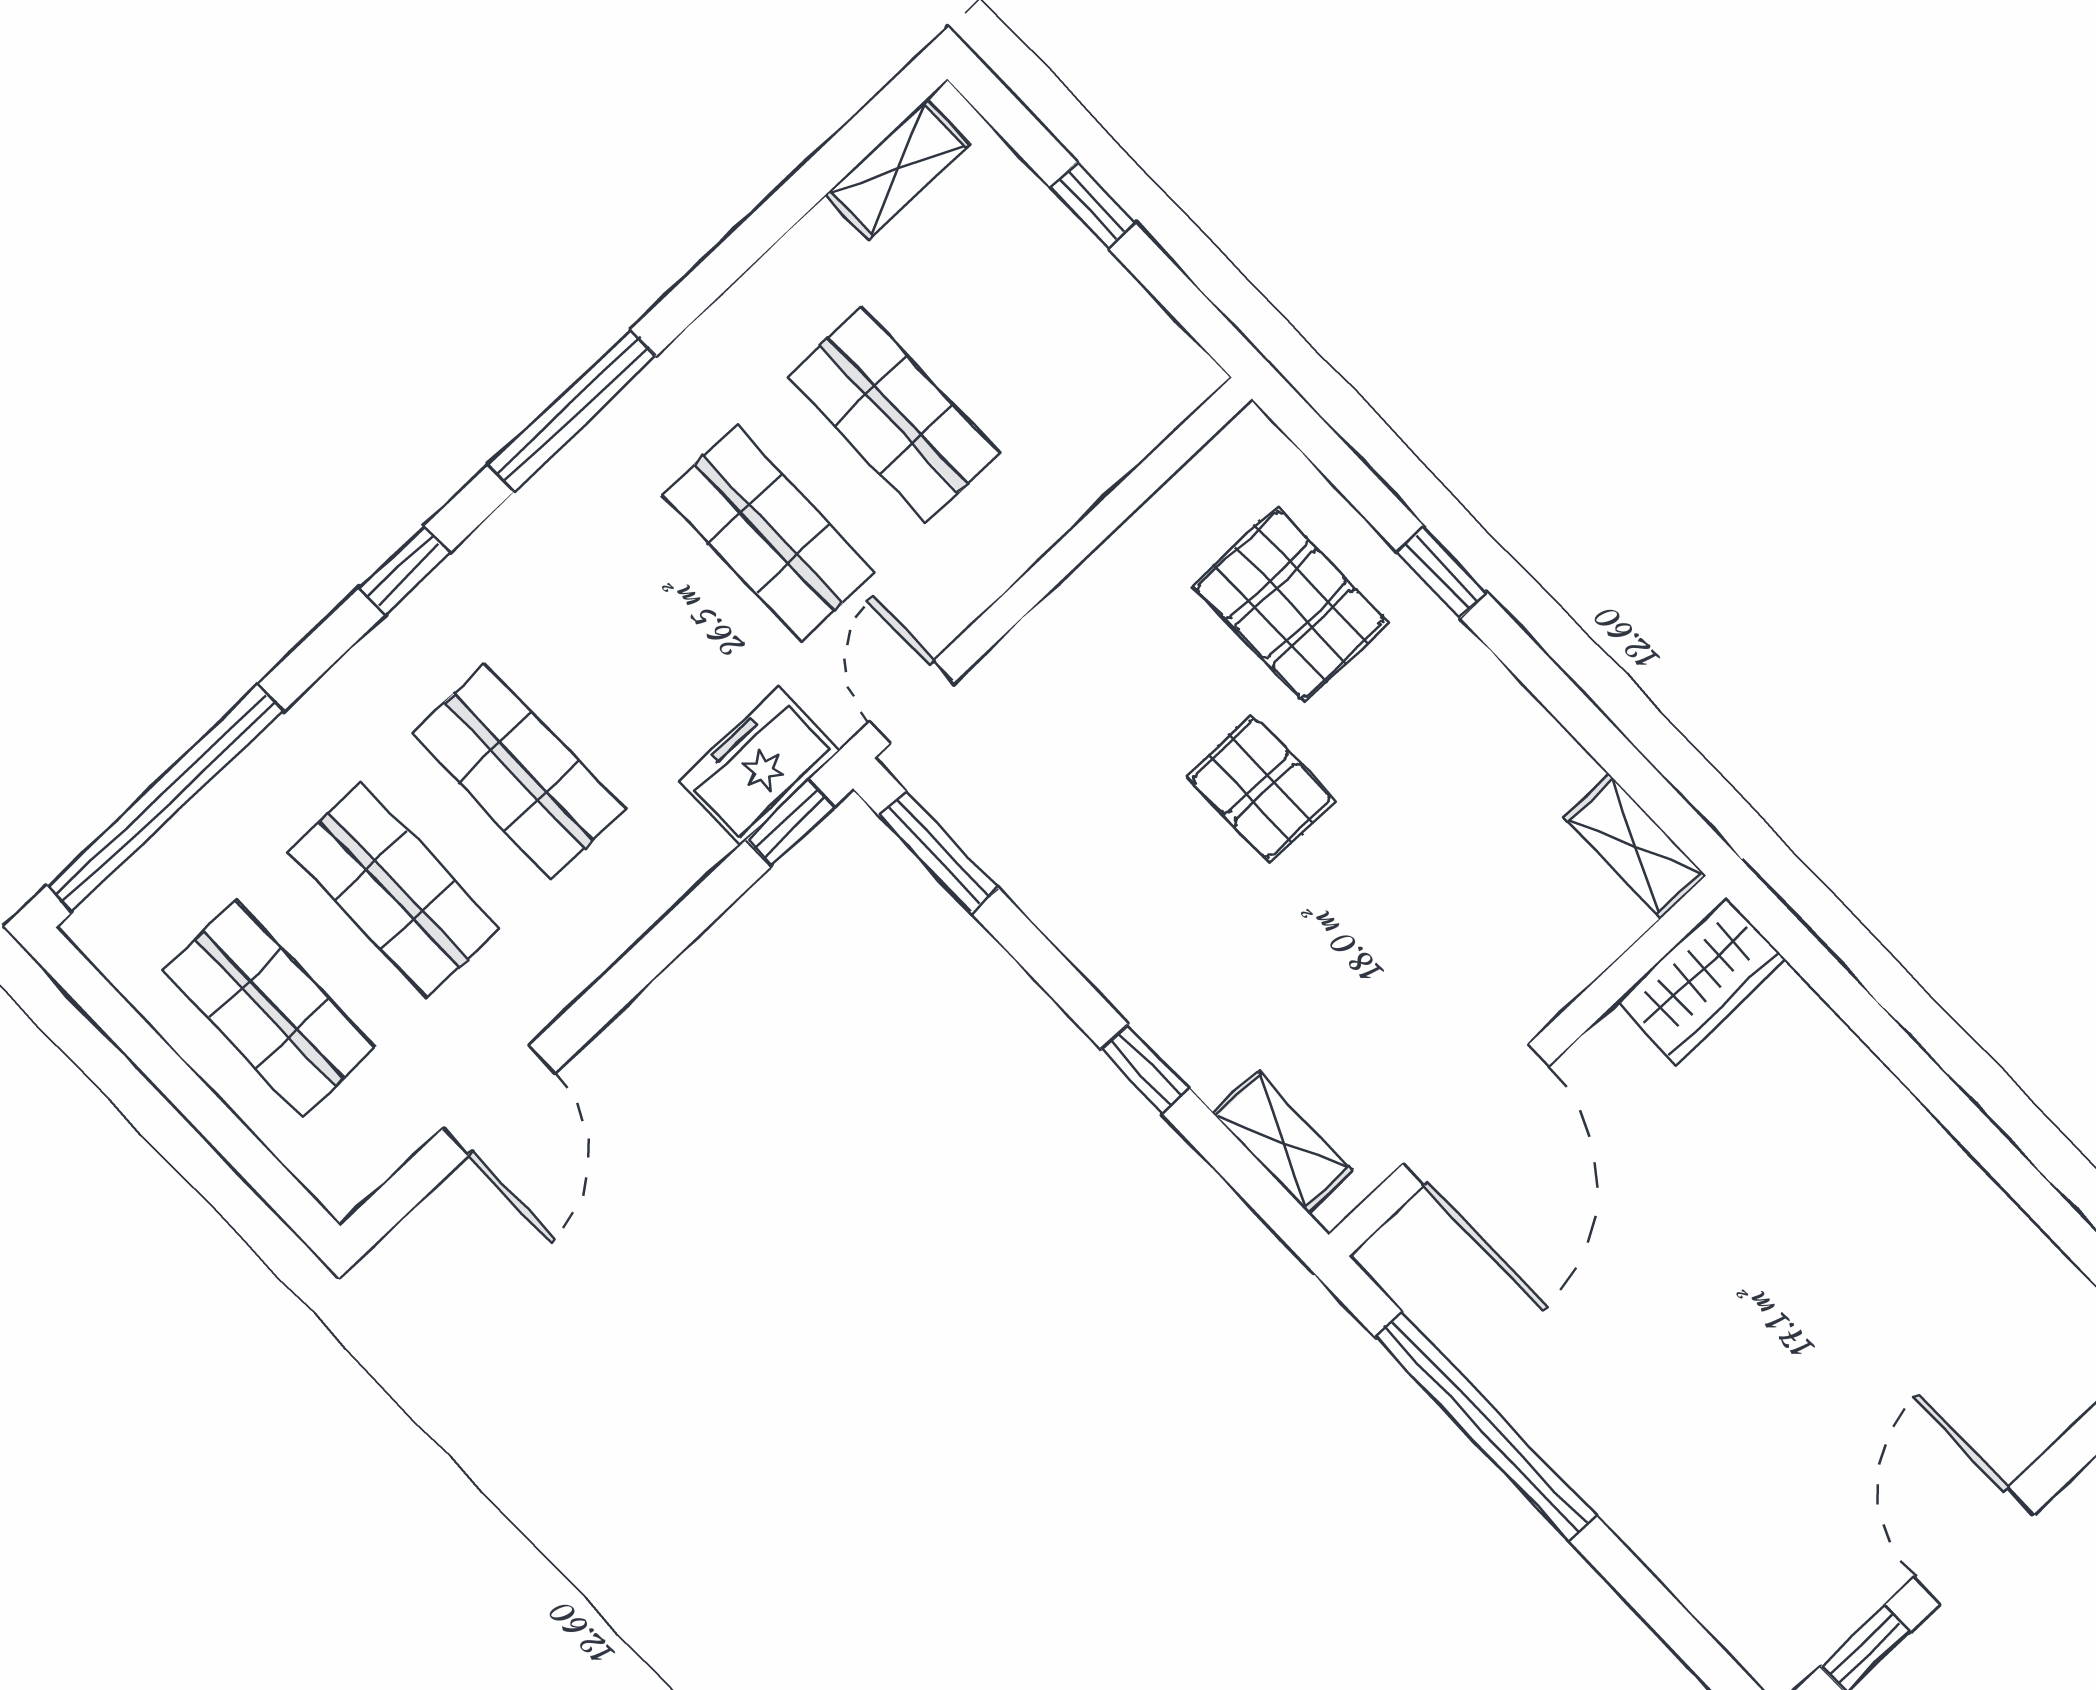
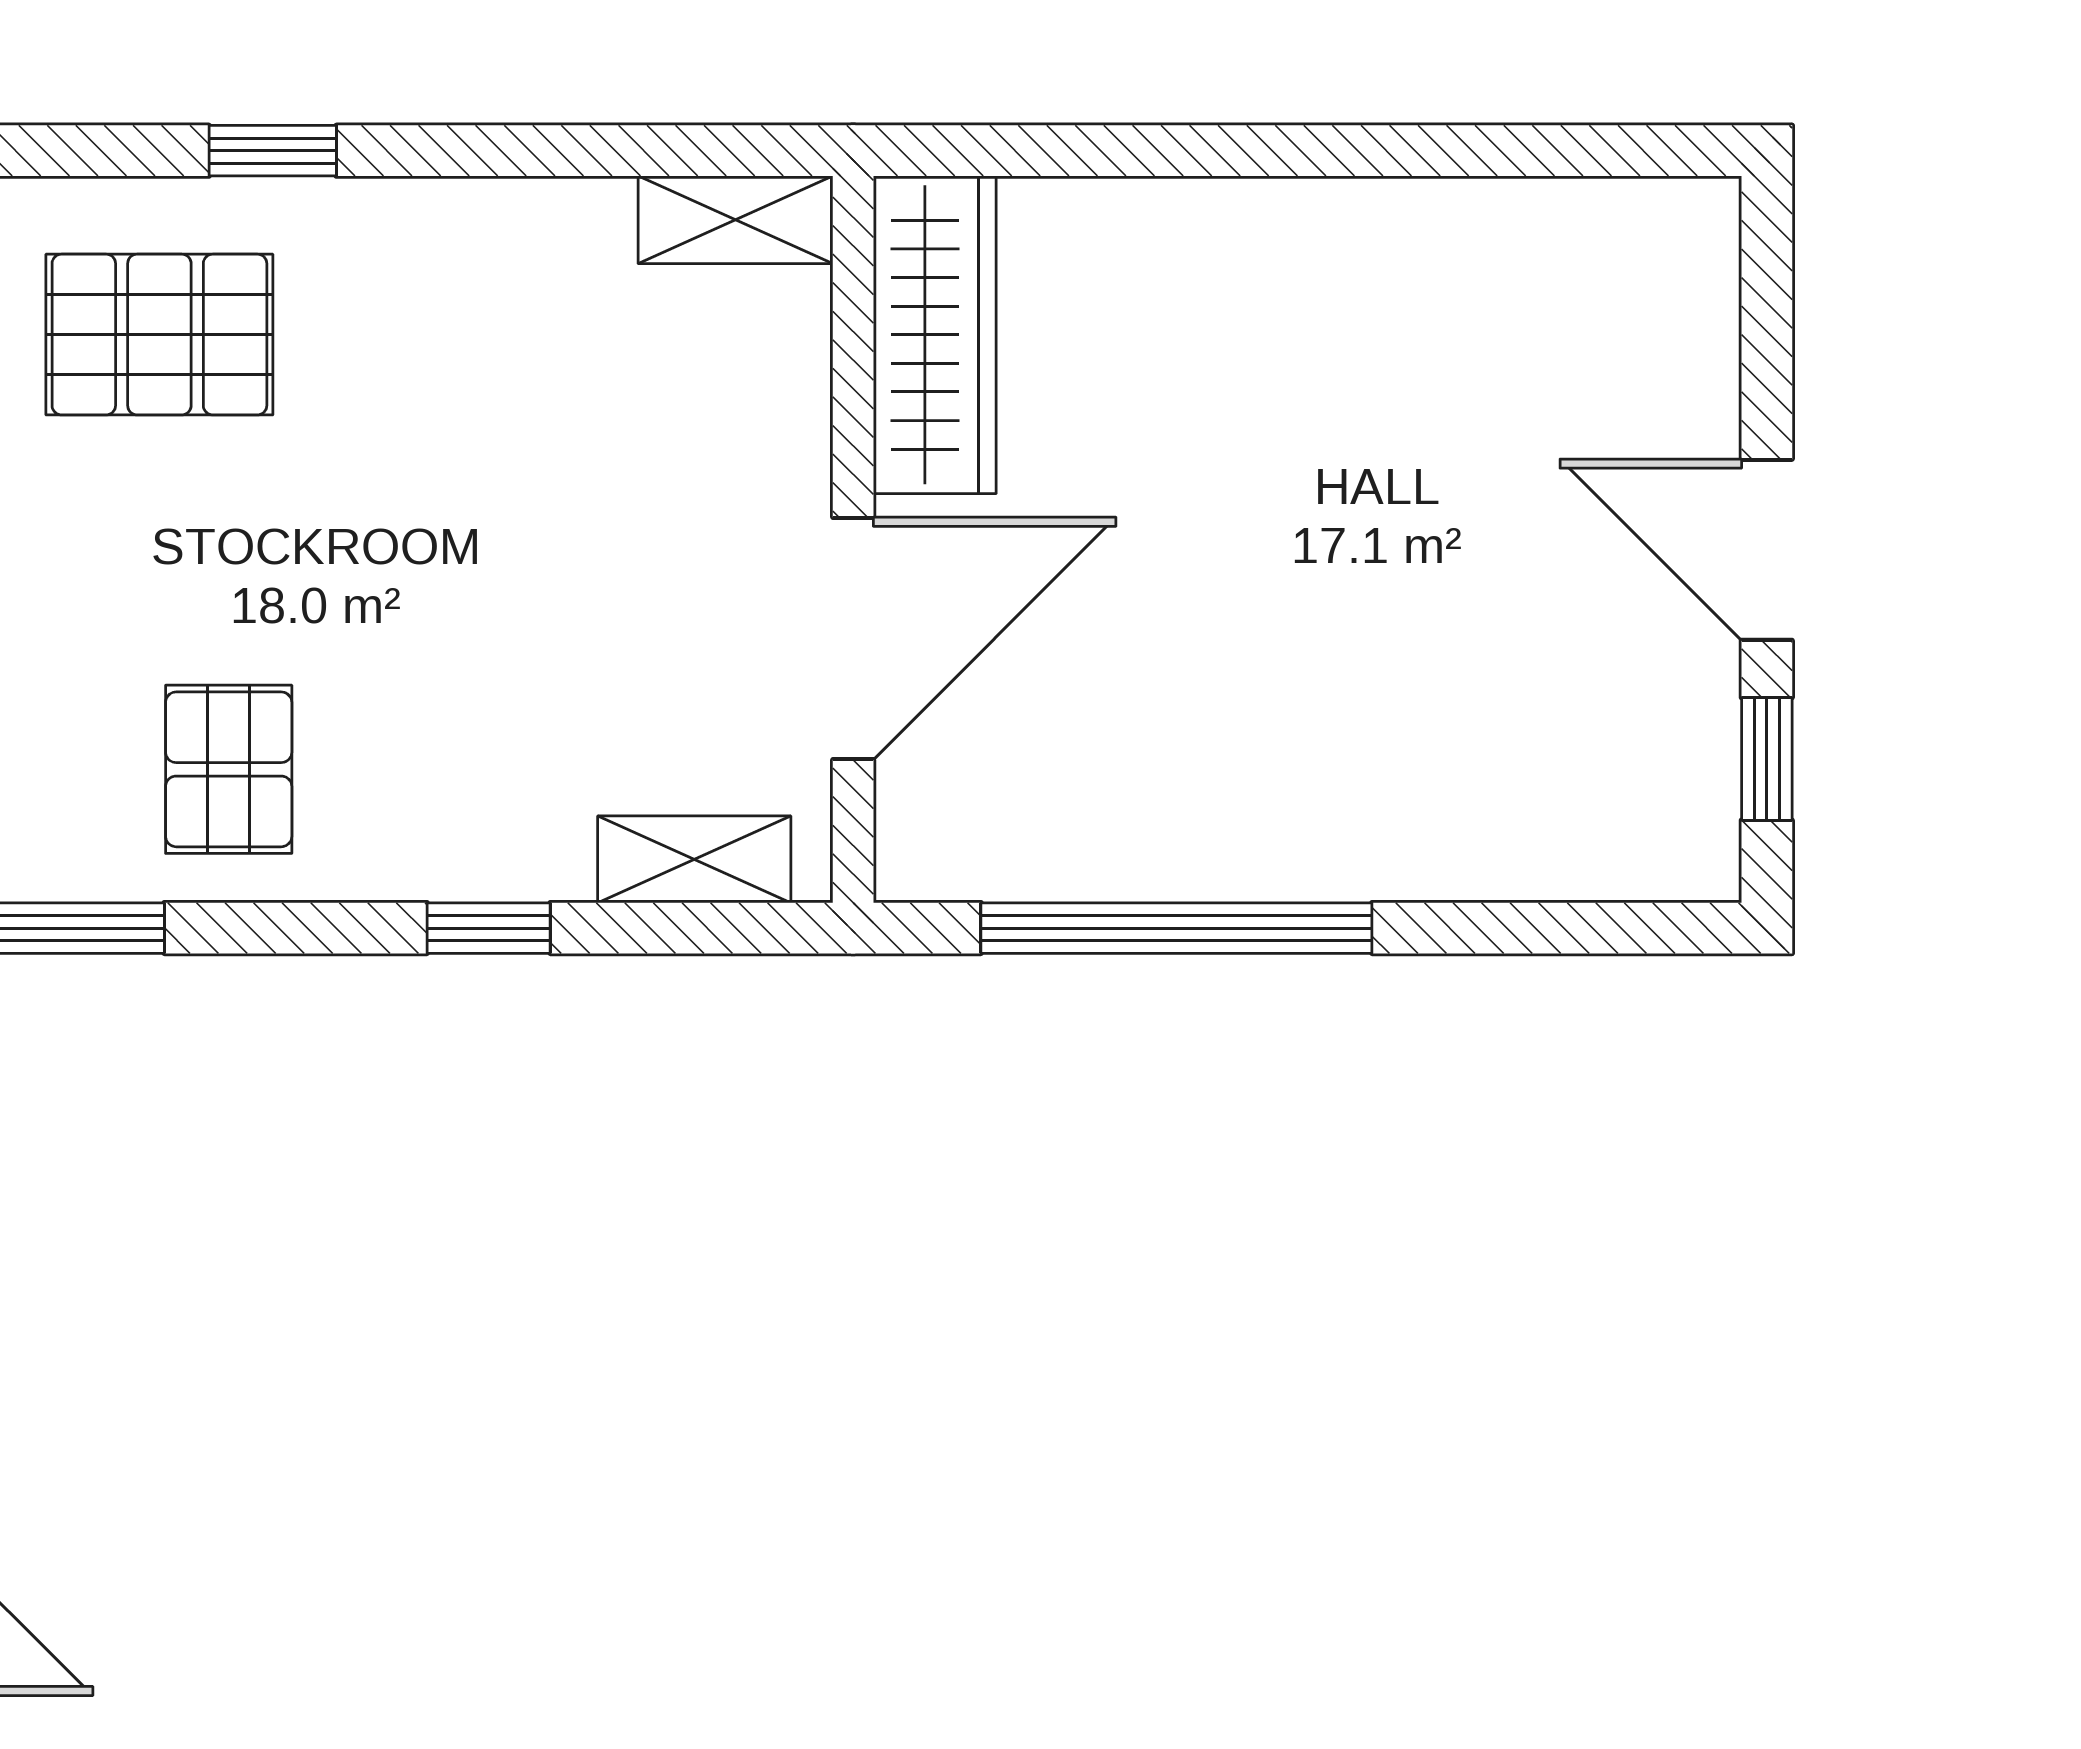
pallet: (1261, 789) -> (229, 769), moved, turned 90
wardrobe: (1702, 981) -> (935, 335), width x1.50
door: (1476, 1115) -> (853, 638), hinge flipped

